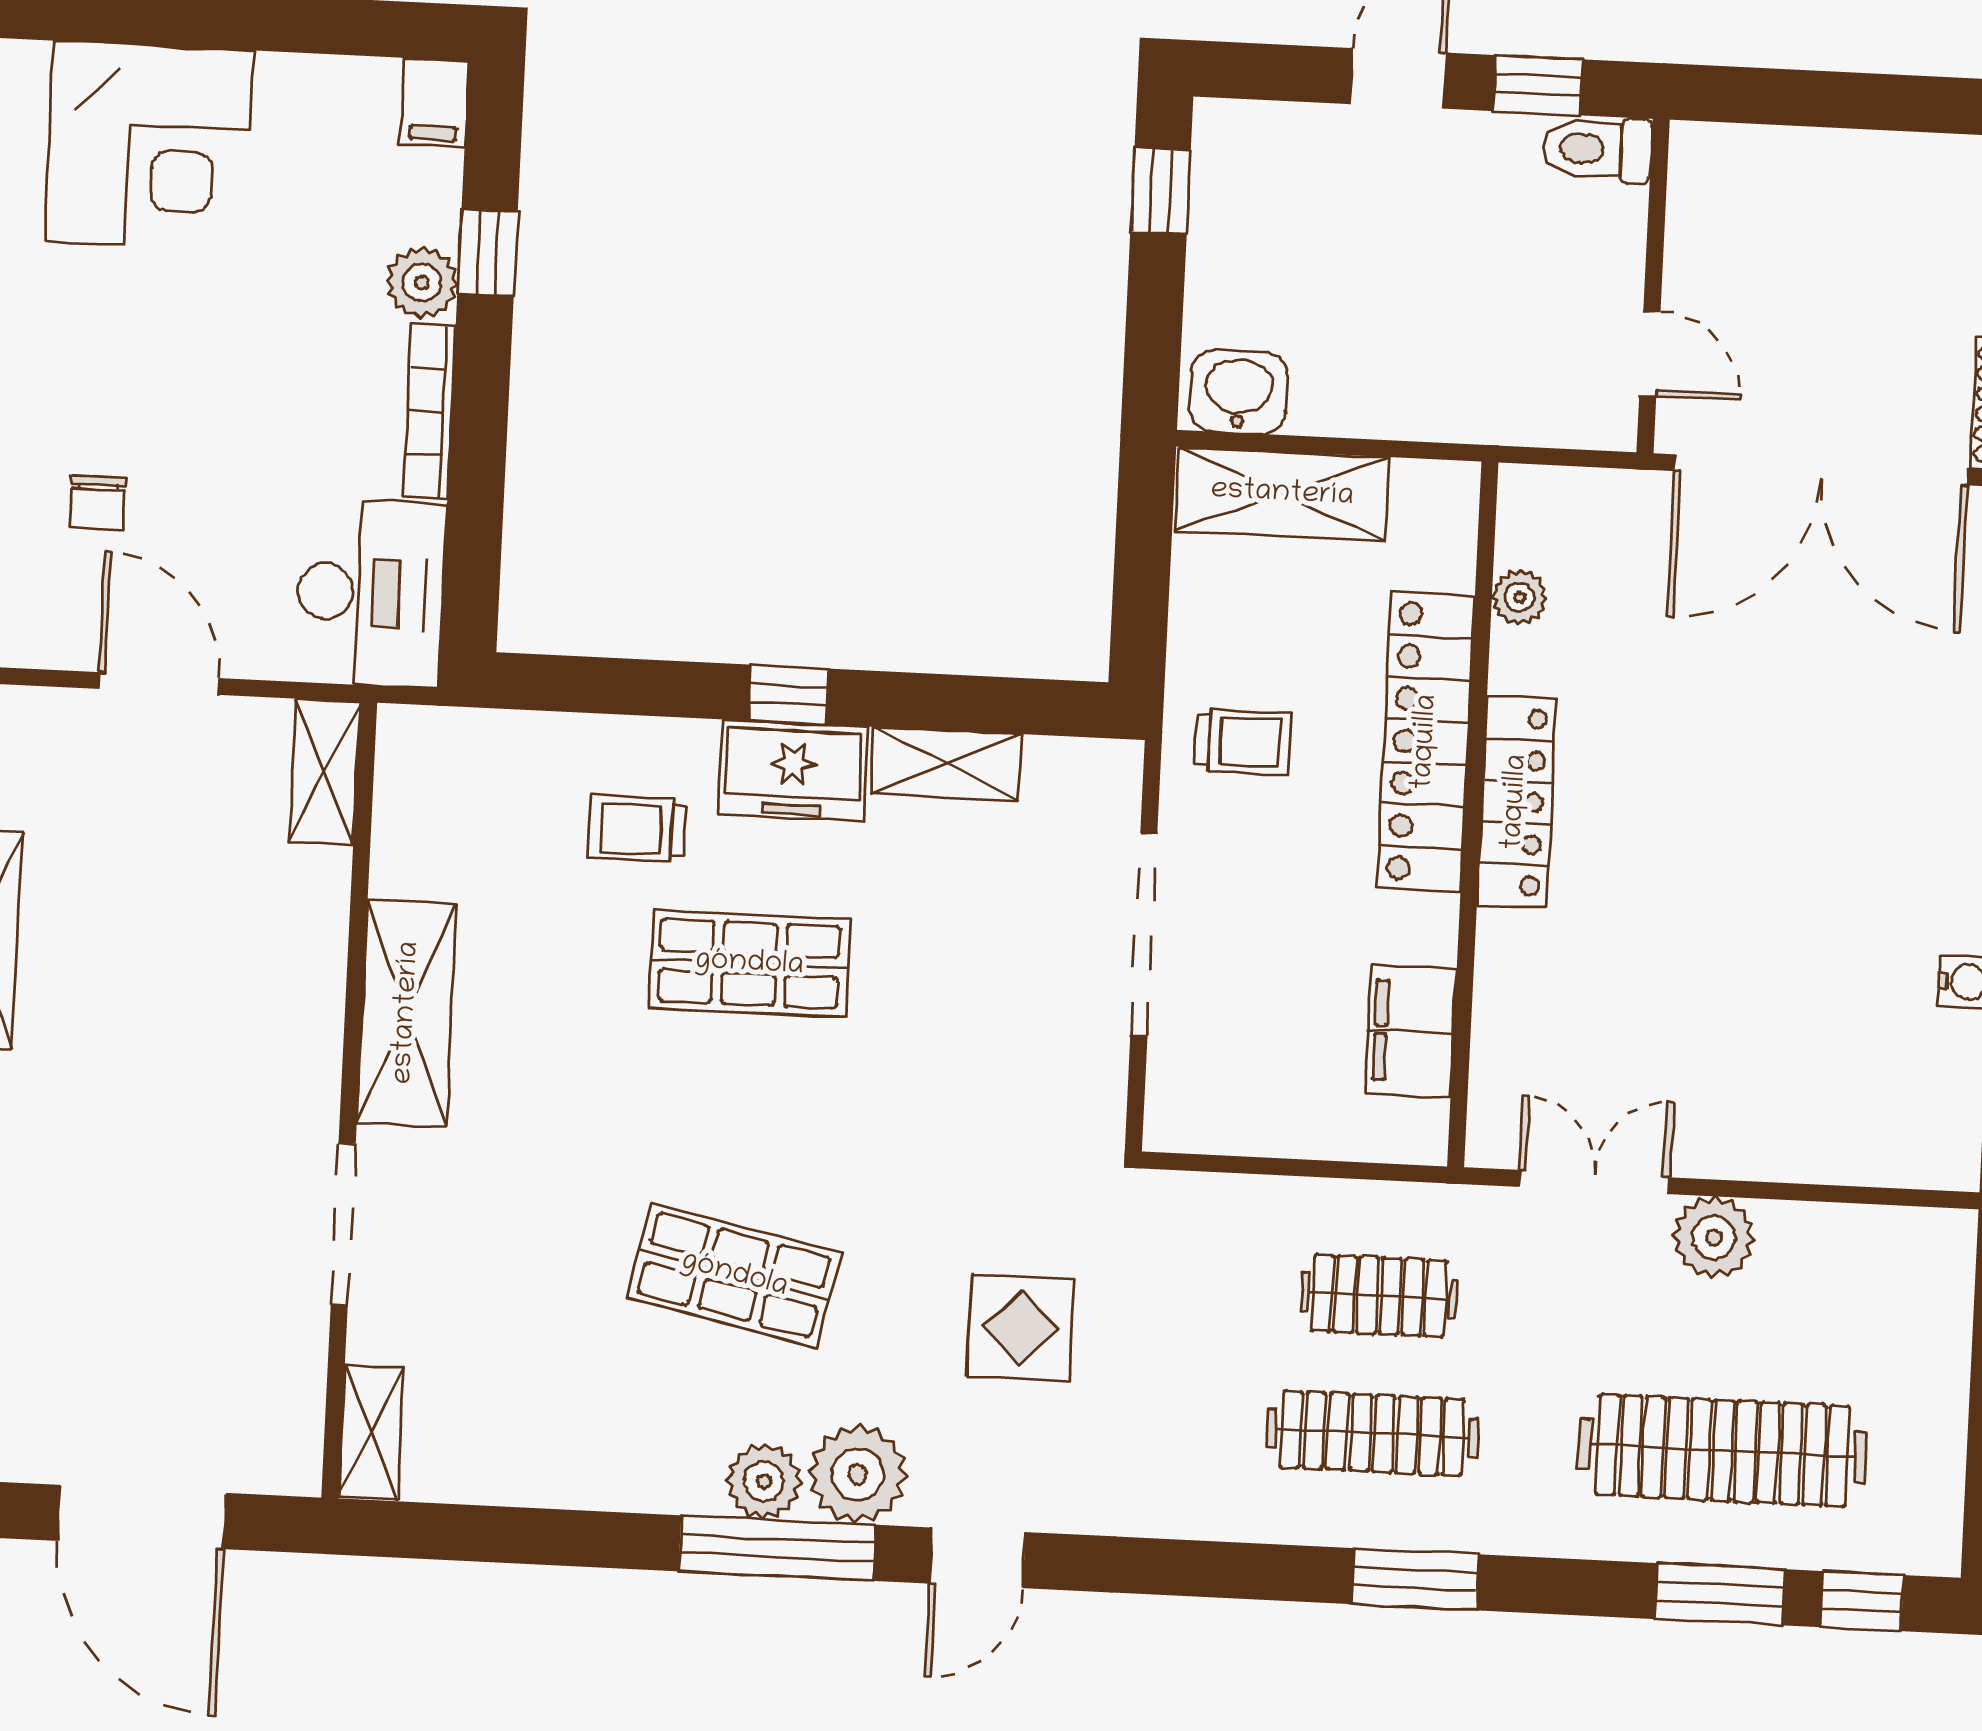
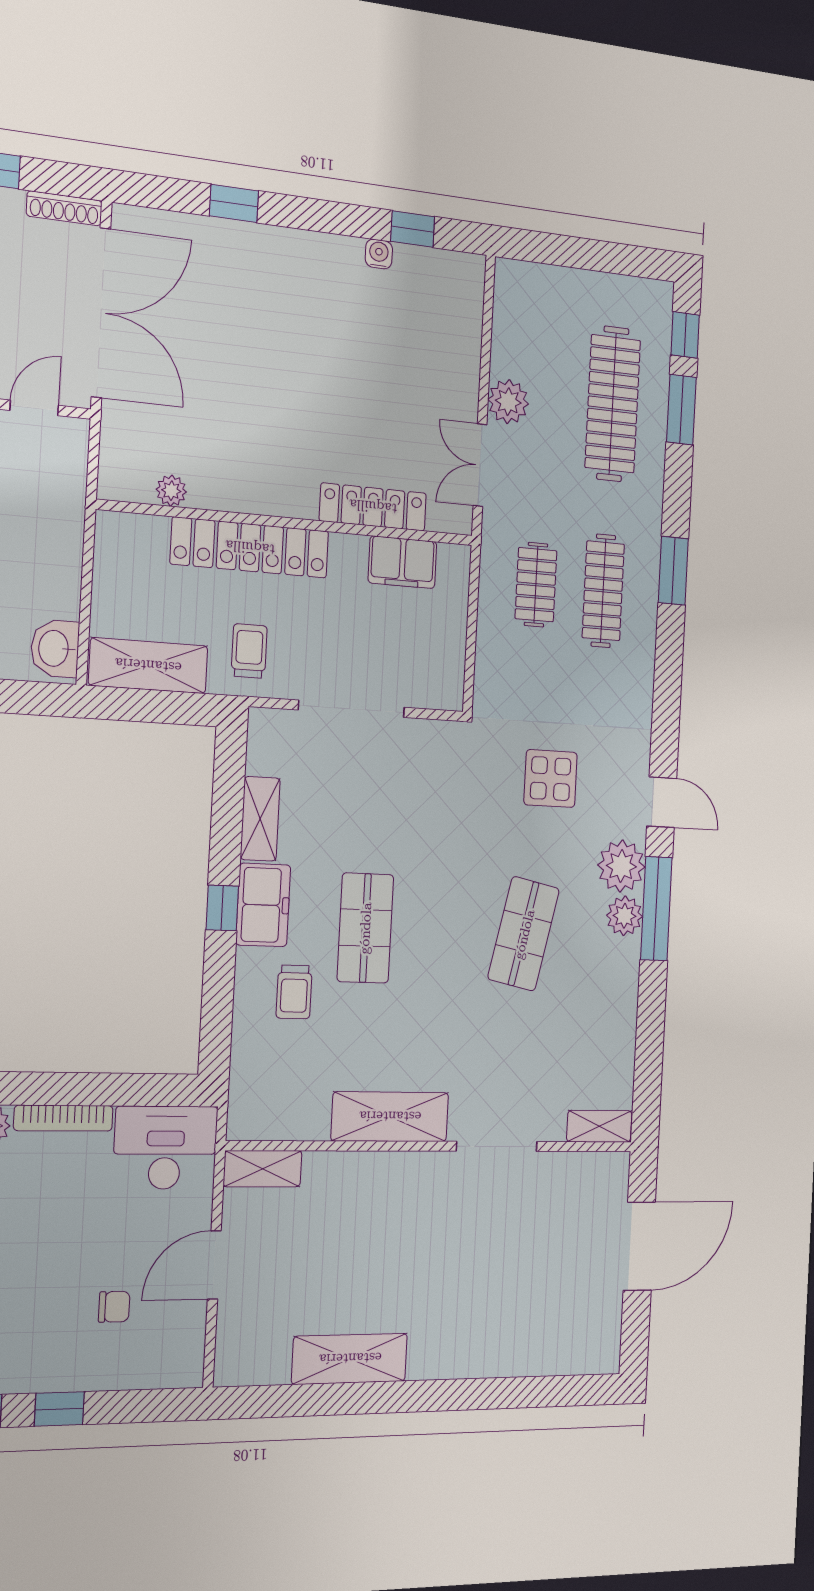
shelving: (1282, 494) -> (148, 666), moved, turned 90
locker: (1516, 802) -> (373, 507), moved

